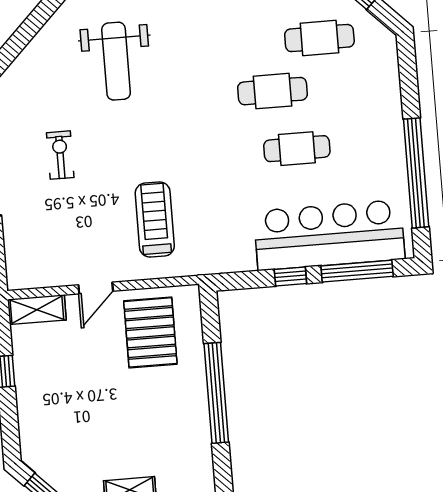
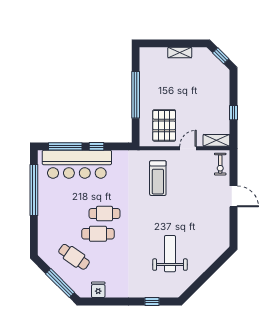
cafe table: (319, 38) -> (74, 257), turned 35
cafe table: (297, 149) -> (105, 214), moved
exercise bike: (60, 155) -> (220, 164), moved

